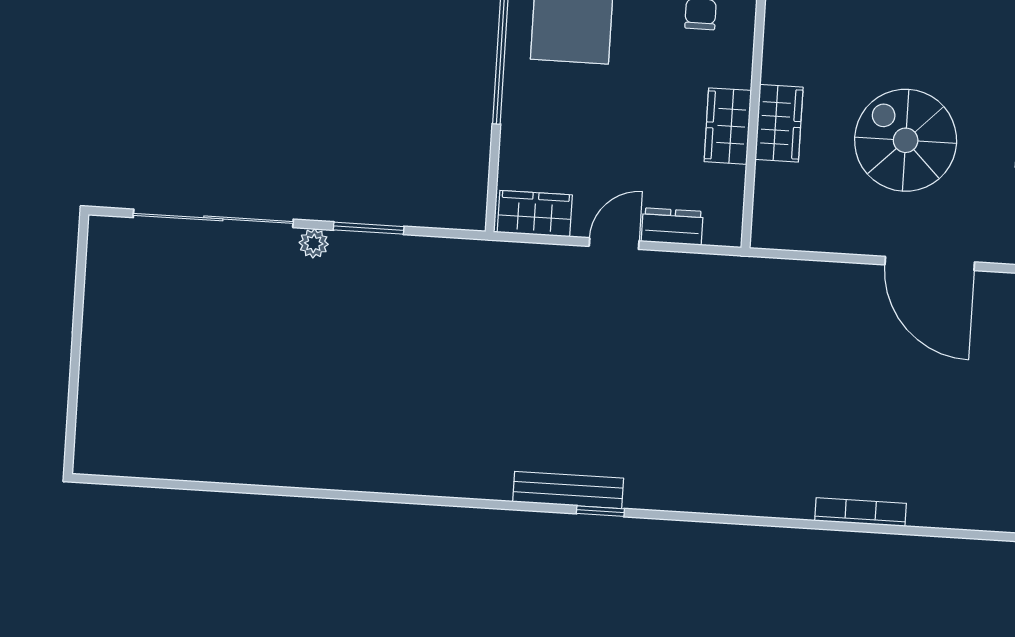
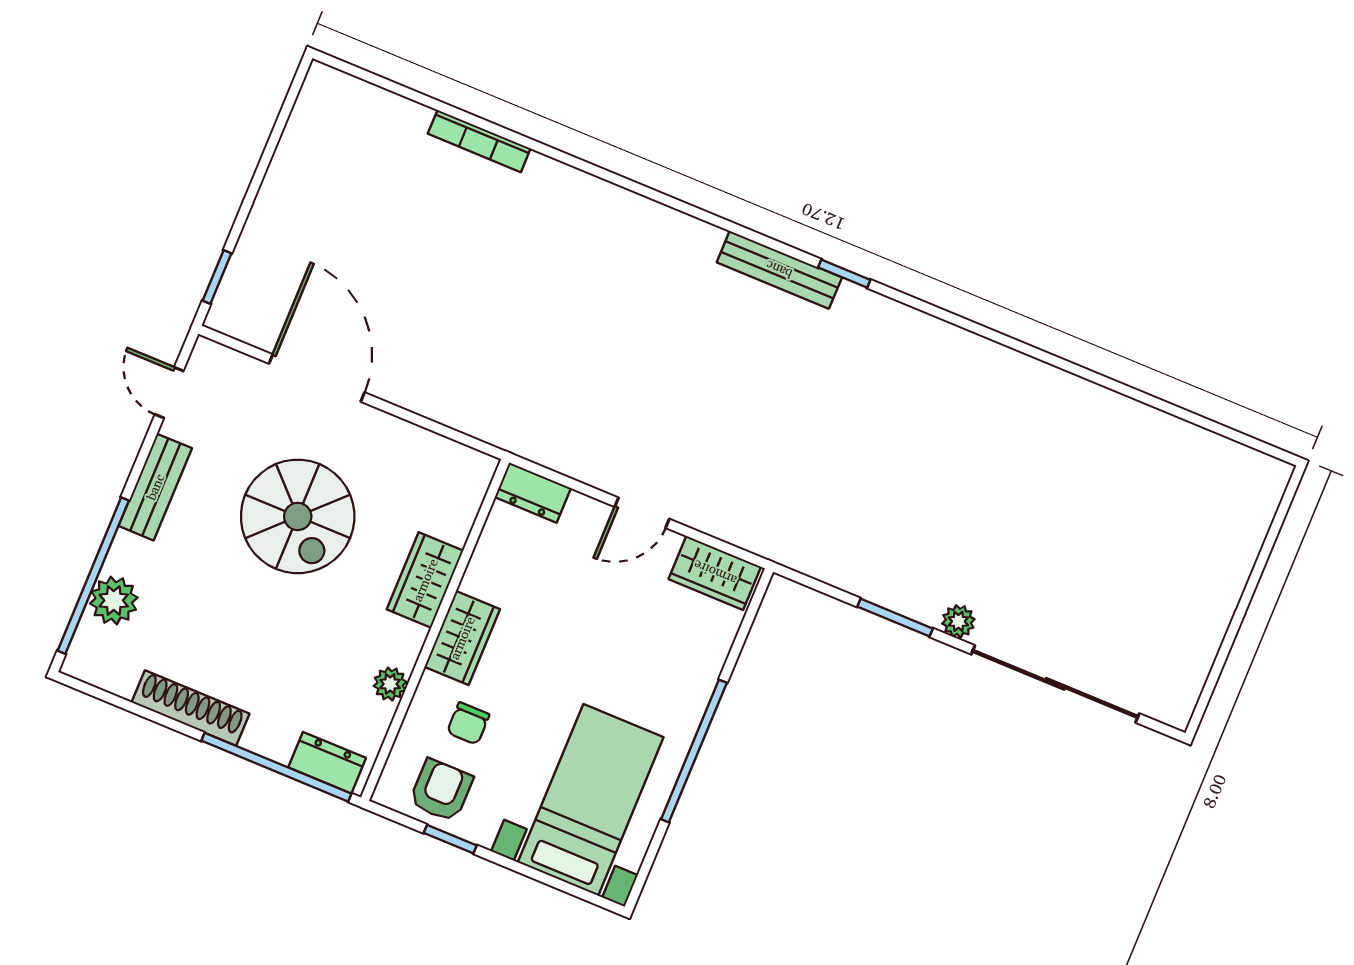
plant: (778, 25) -> (390, 684), added
wardrobe: (728, 126) -> (462, 638), moved
dresser: (672, 226) -> (533, 493), moved
window: (600, 511) -> (844, 274), moved

